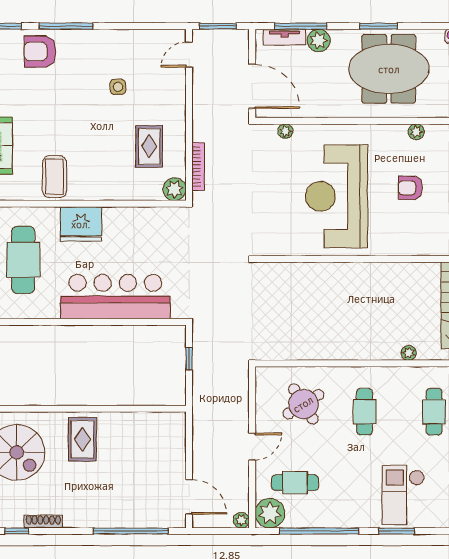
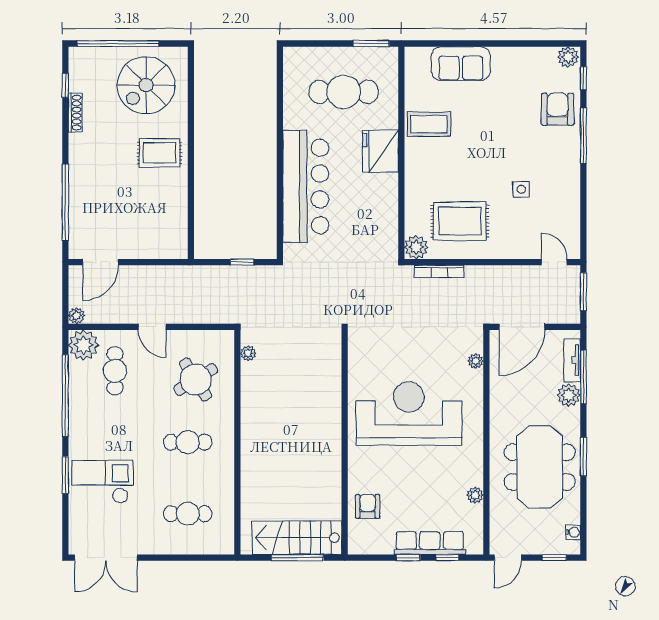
rug: (149, 147) -> (460, 221), width x1.36, depth x1.43
armchair: (410, 188) -> (368, 506), moved
plant: (409, 353) -> (248, 353), moved

